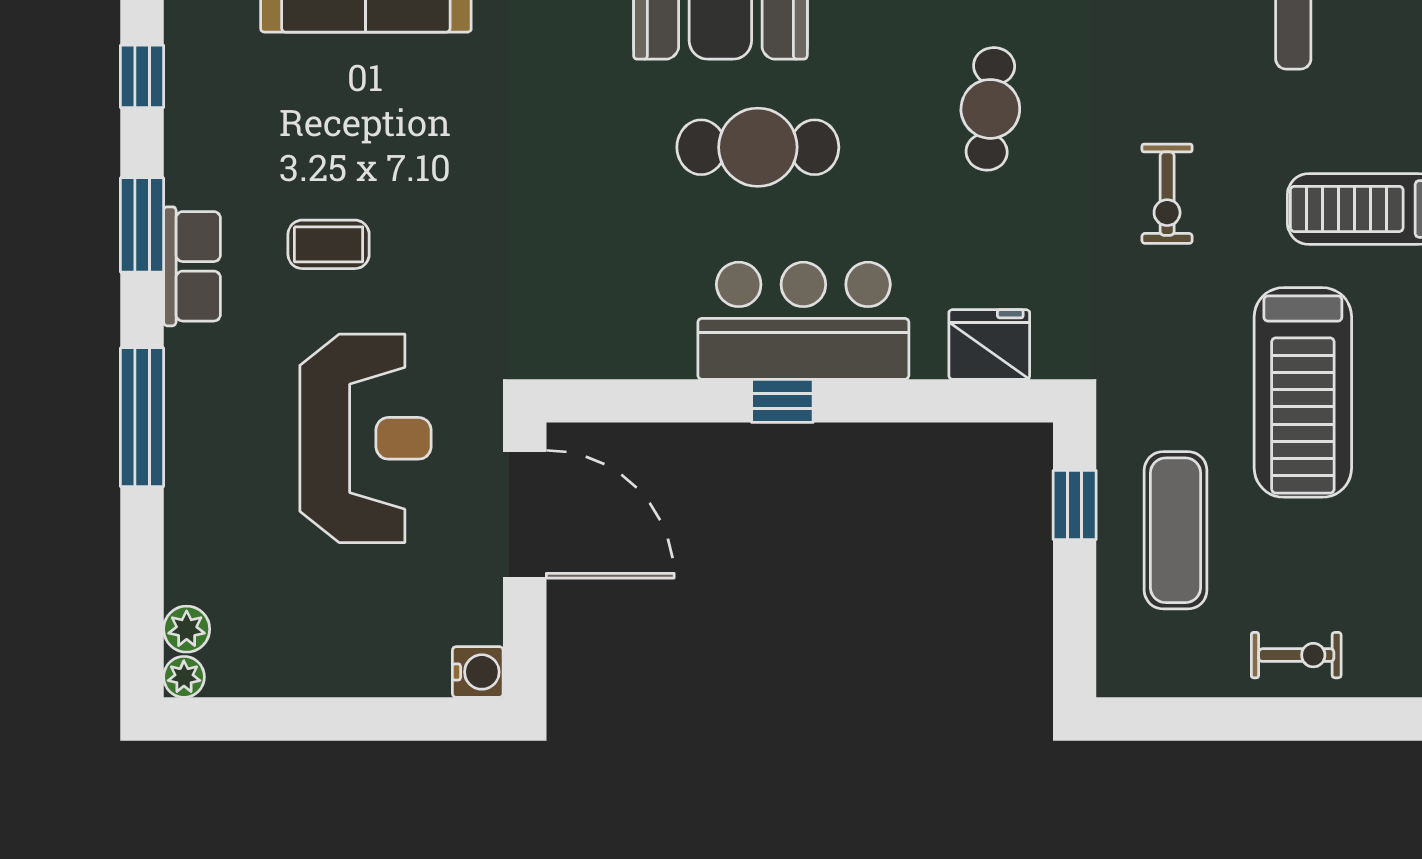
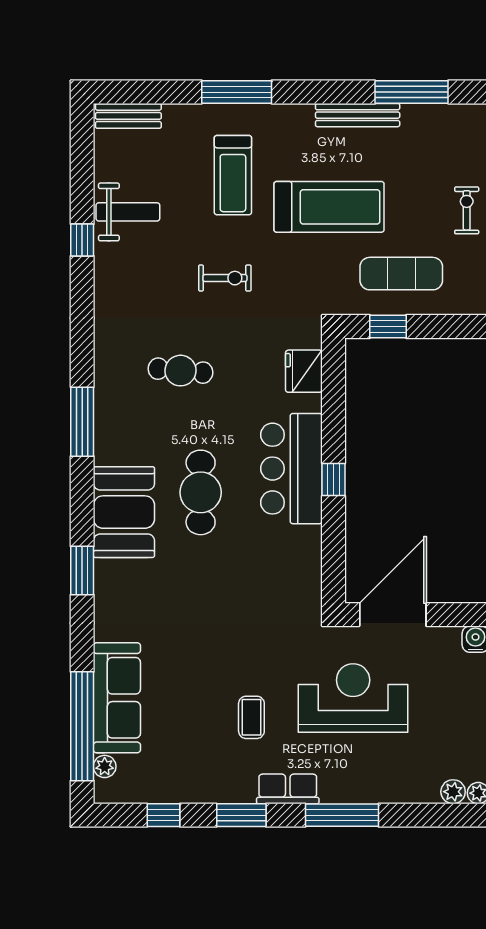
row of seats: (192, 266) -> (288, 789), moved

